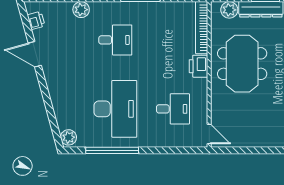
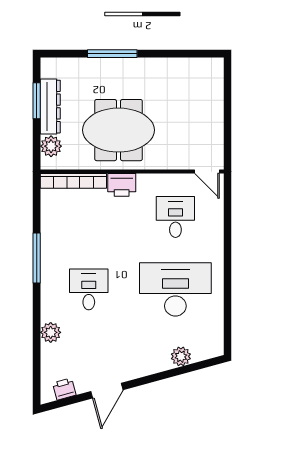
door: (209, 134) -> (207, 172), swing flipped
plant: (69, 137) -> (181, 356), moved
window: (112, 150) -> (228, 293), removed

